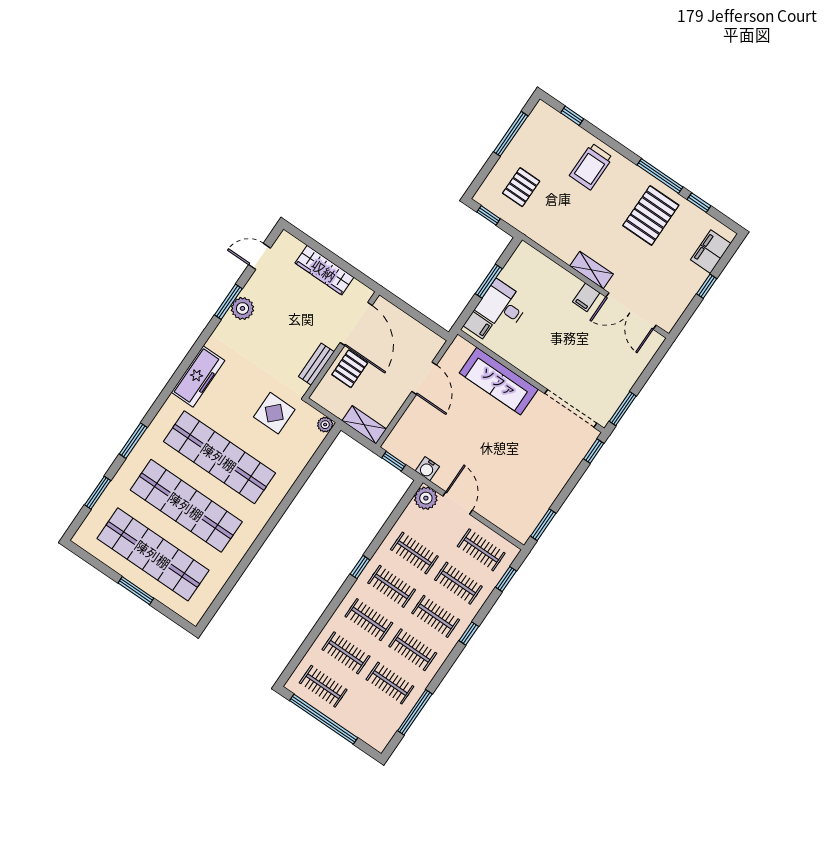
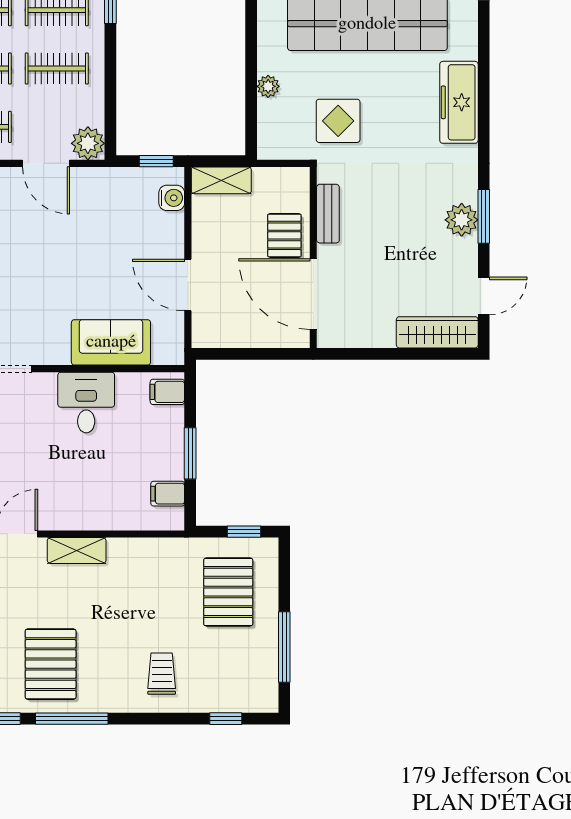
trolley: (591, 167) -> (162, 674), width x0.73, depth x0.72
pallet: (521, 187) -> (228, 592), width x1.50, depth x1.42
wardrobe: (324, 270) -> (437, 332), moved
filing cabinet: (586, 297) -> (168, 494), moved, turned -90
desk: (502, 306) -> (86, 403), moved, turned -90
sofa: (499, 381) -> (111, 342), width x0.73
plant: (325, 425) -> (268, 86), moved
water cooler: (427, 469) -> (172, 198), moved, turned 90

